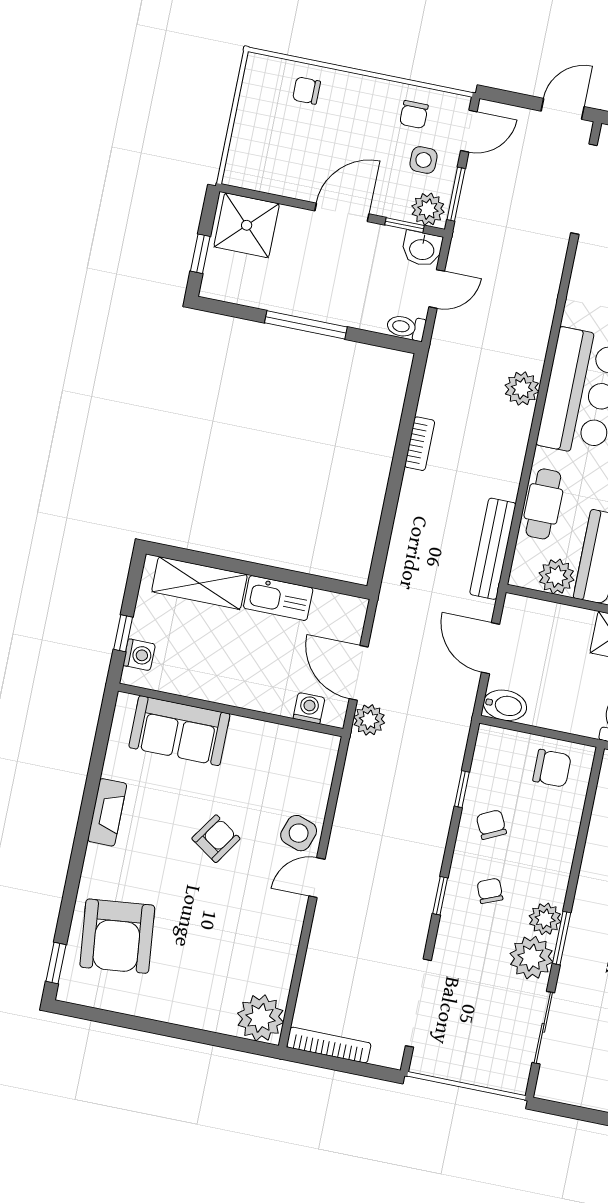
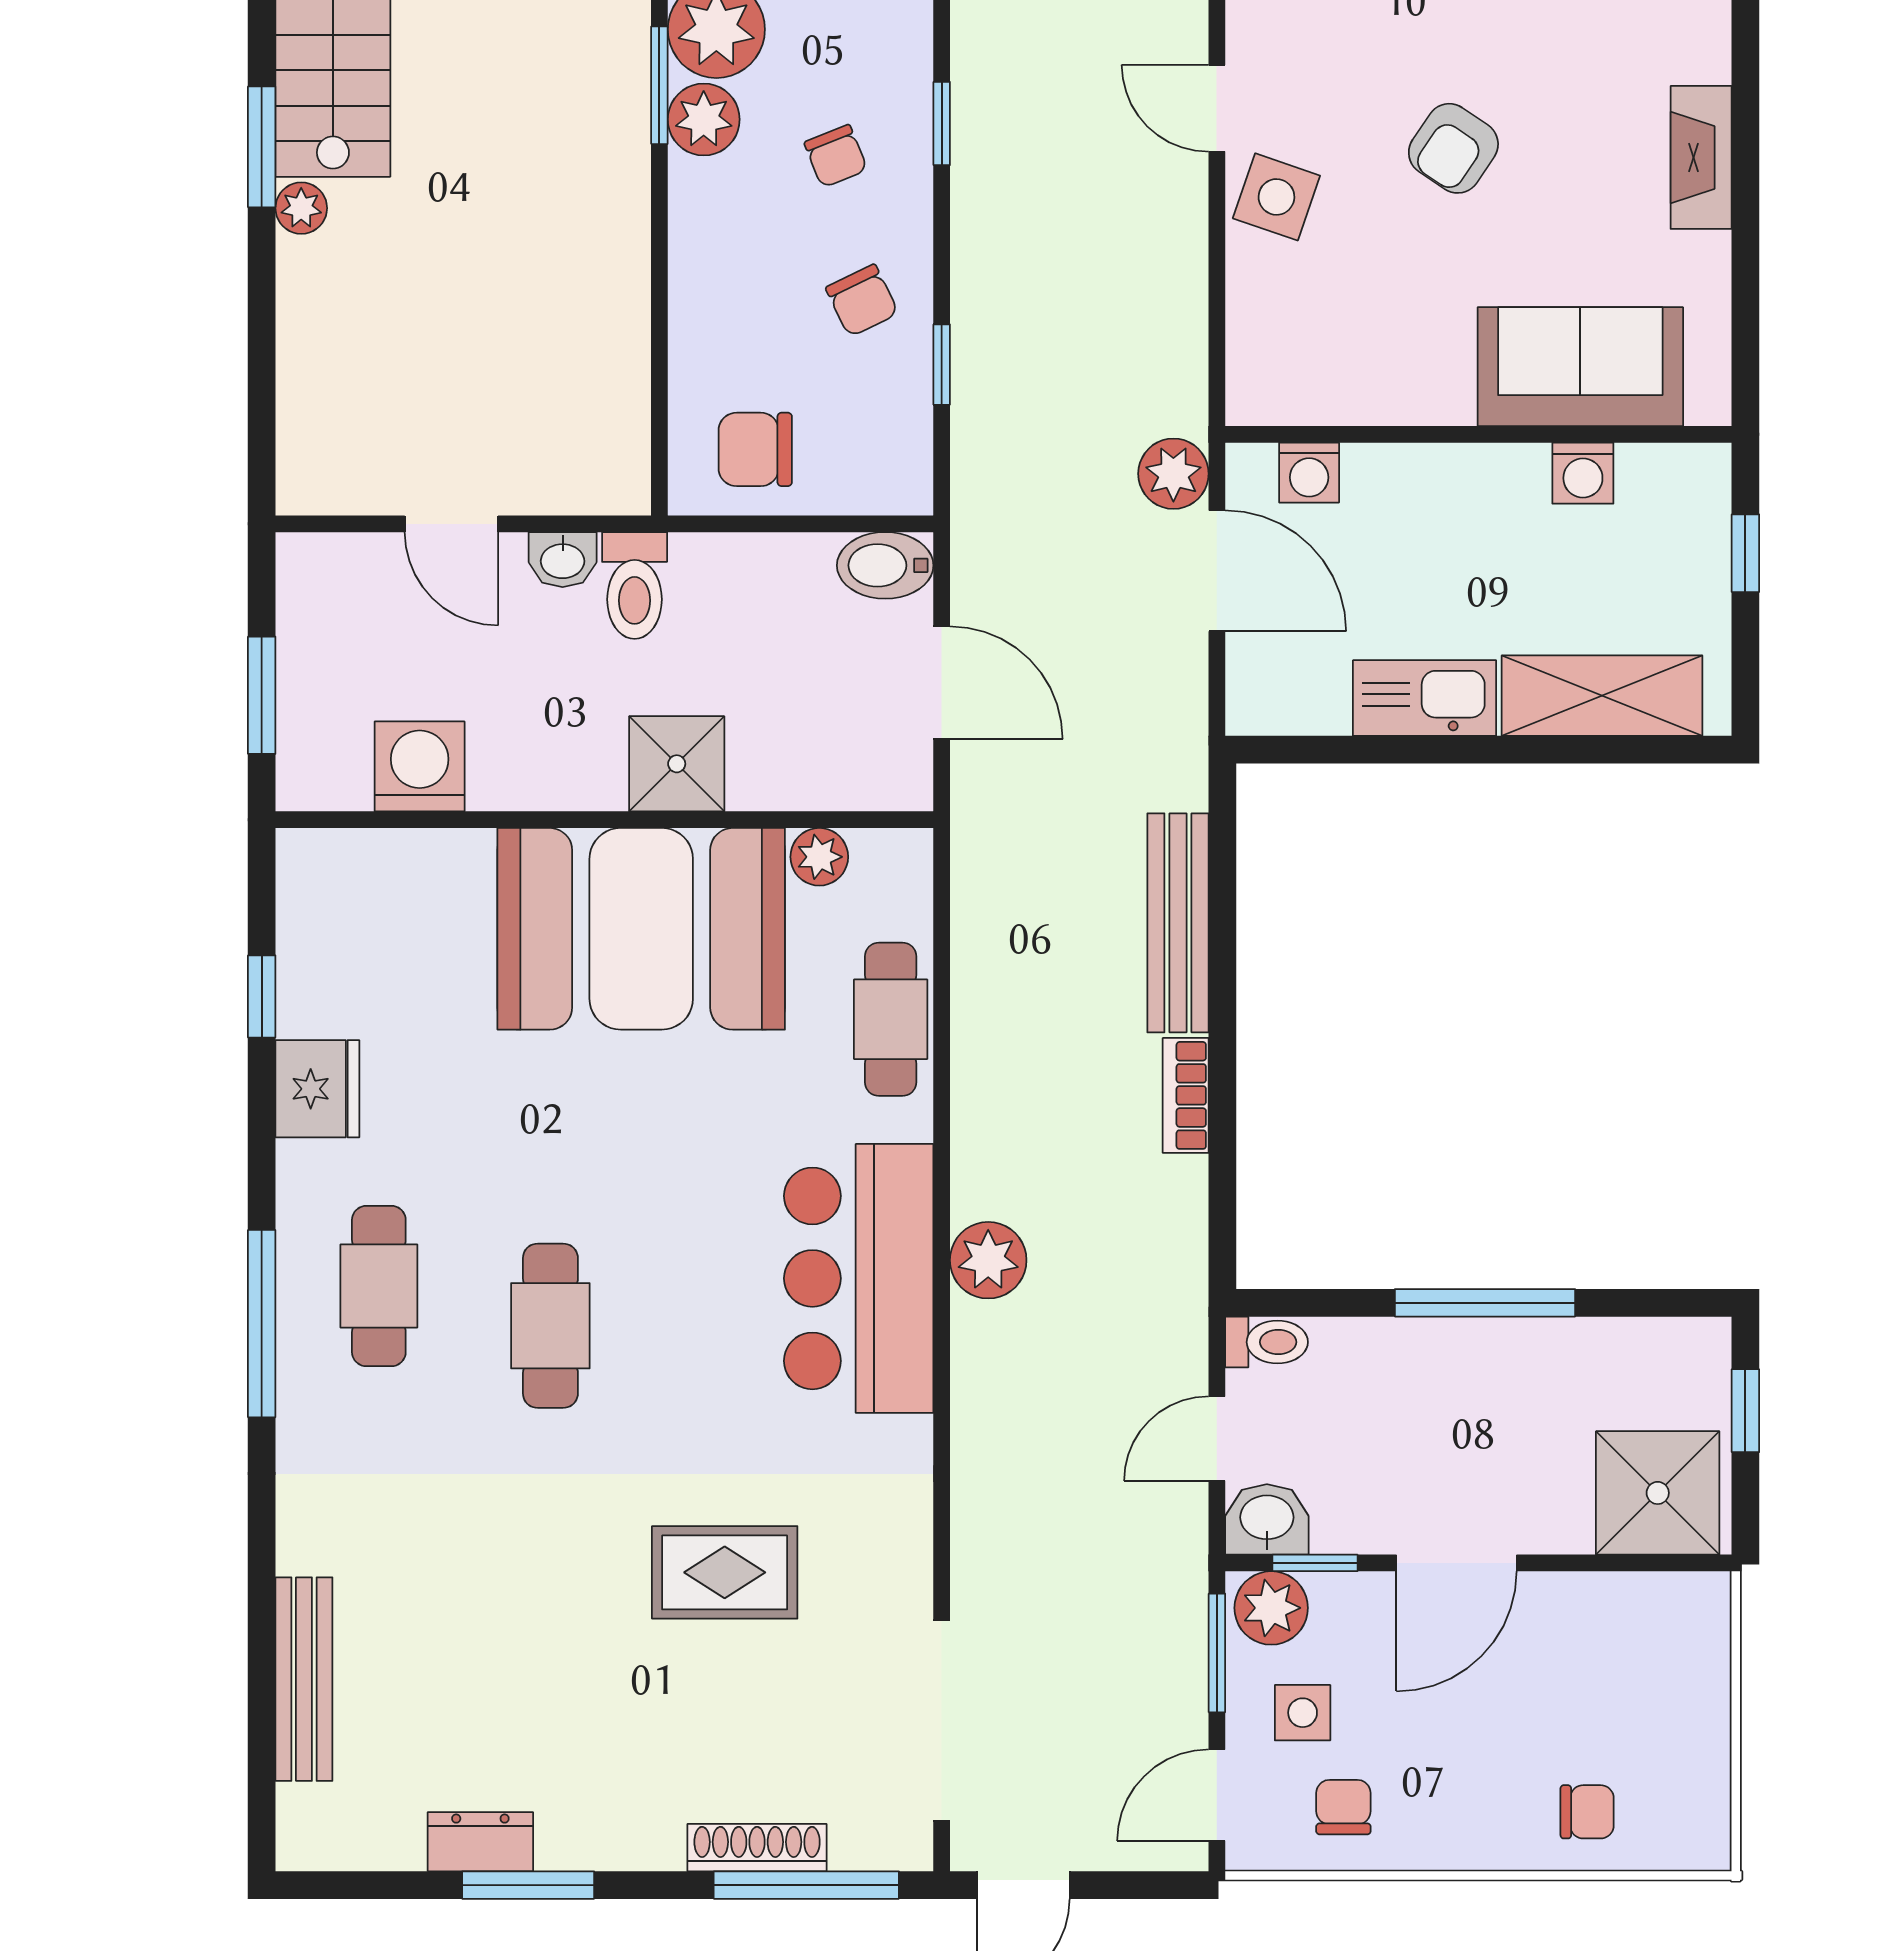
bench: (493, 549) -> (1178, 923), moved
plant: (556, 576) -> (819, 857), width x0.73, depth x0.73
washing machine: (139, 655) -> (1583, 473), moved, turned -90
door: (317, 878) -> (1217, 108), swing flipped

